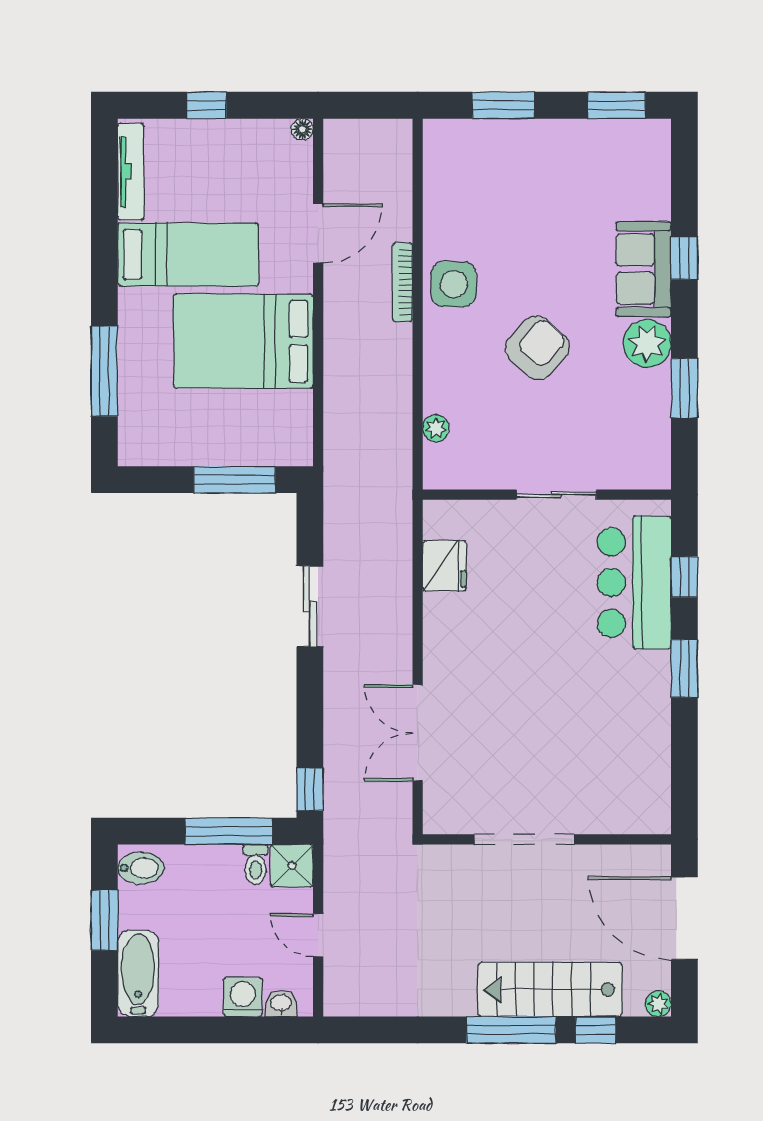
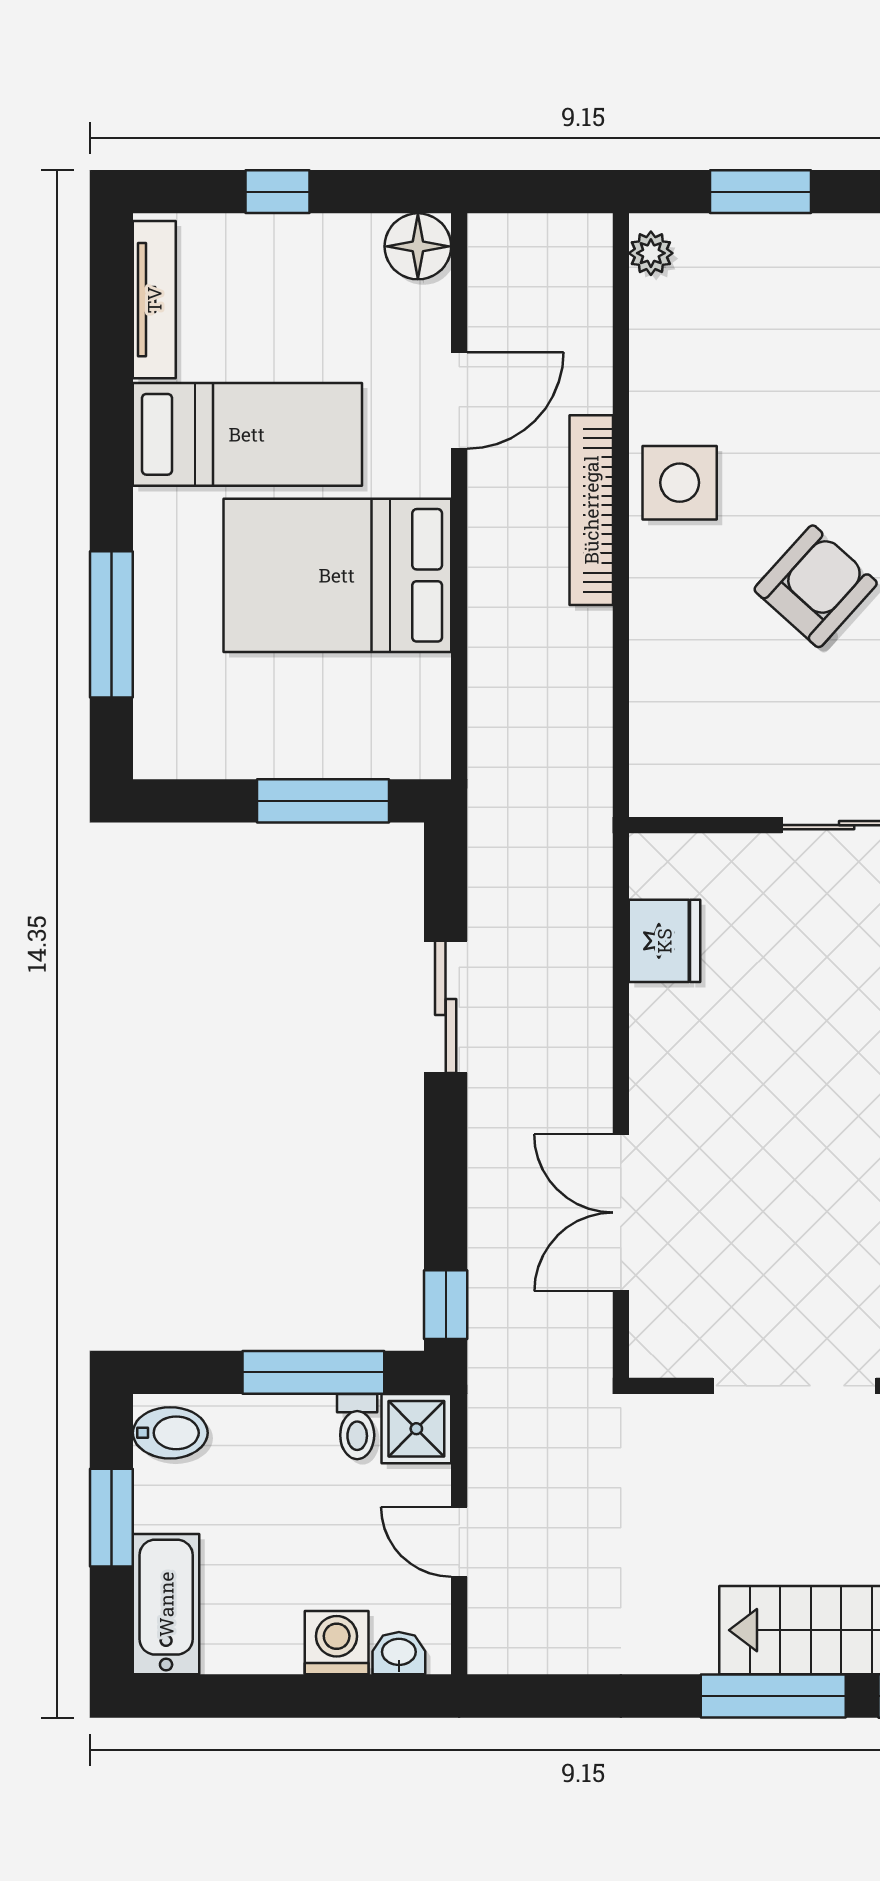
floor lamp: (302, 129) -> (418, 246), width x1.89, depth x1.89
bookcase: (403, 282) -> (591, 510), width x1.48, depth x1.31
plant: (436, 428) -> (651, 253), moved

